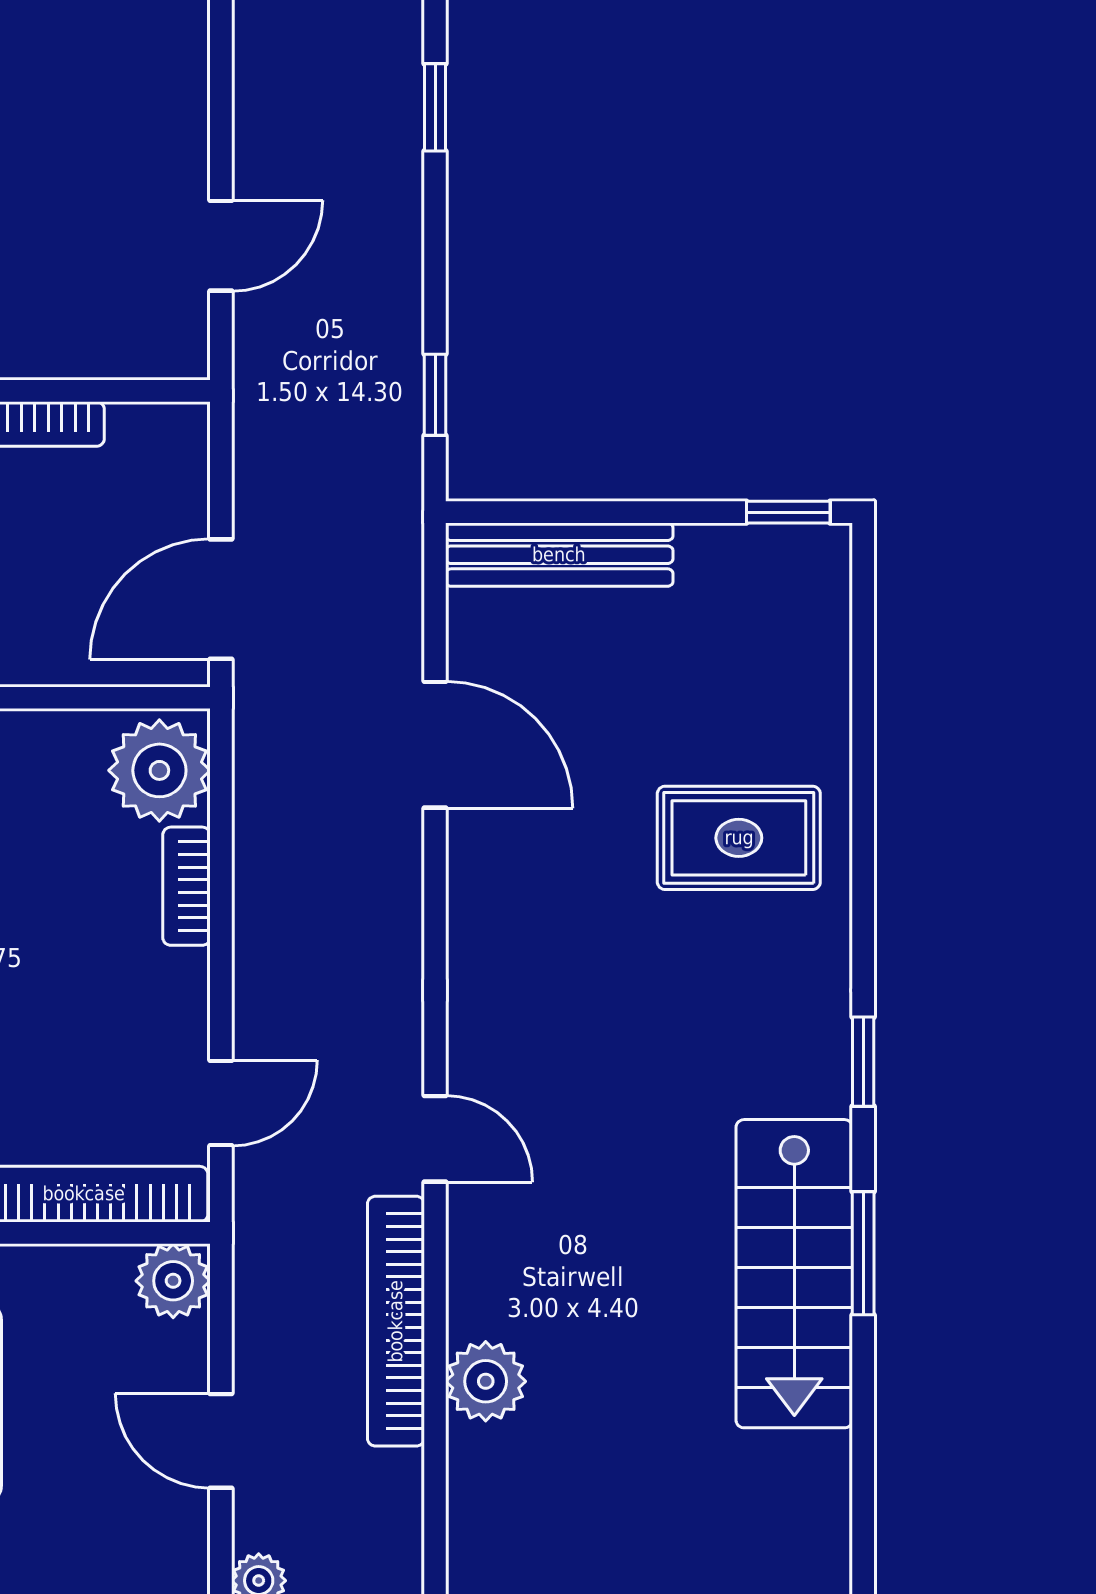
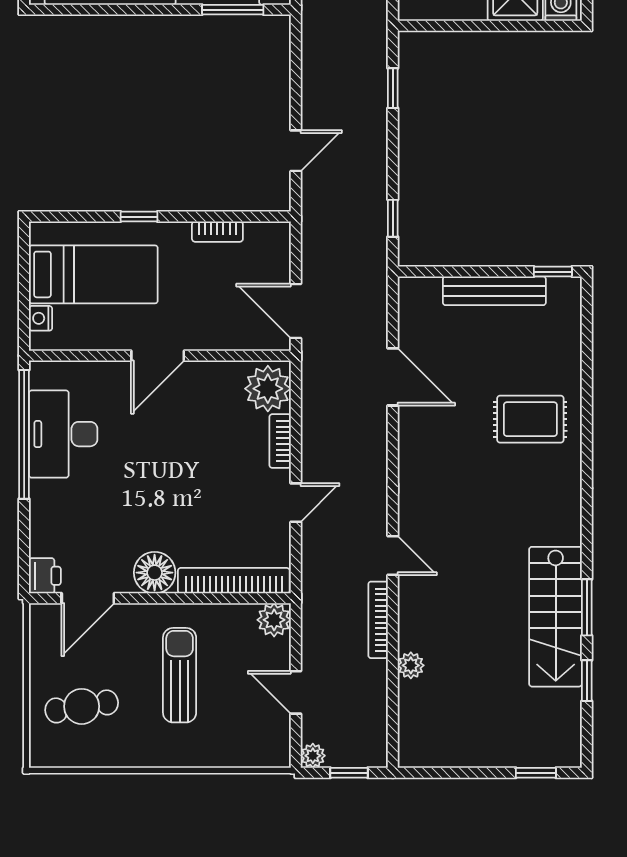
bench: (559, 555) -> (494, 291), moved
door: (221, 599) -> (296, 311), hinge flipped
window: (863, 1062) -> (587, 681), moved
door: (221, 1103) -> (296, 503), moved
bookcase: (396, 1321) -> (378, 620), width x0.68, depth x0.76
plant: (486, 1381) -> (411, 665), width x0.73, depth x0.73

